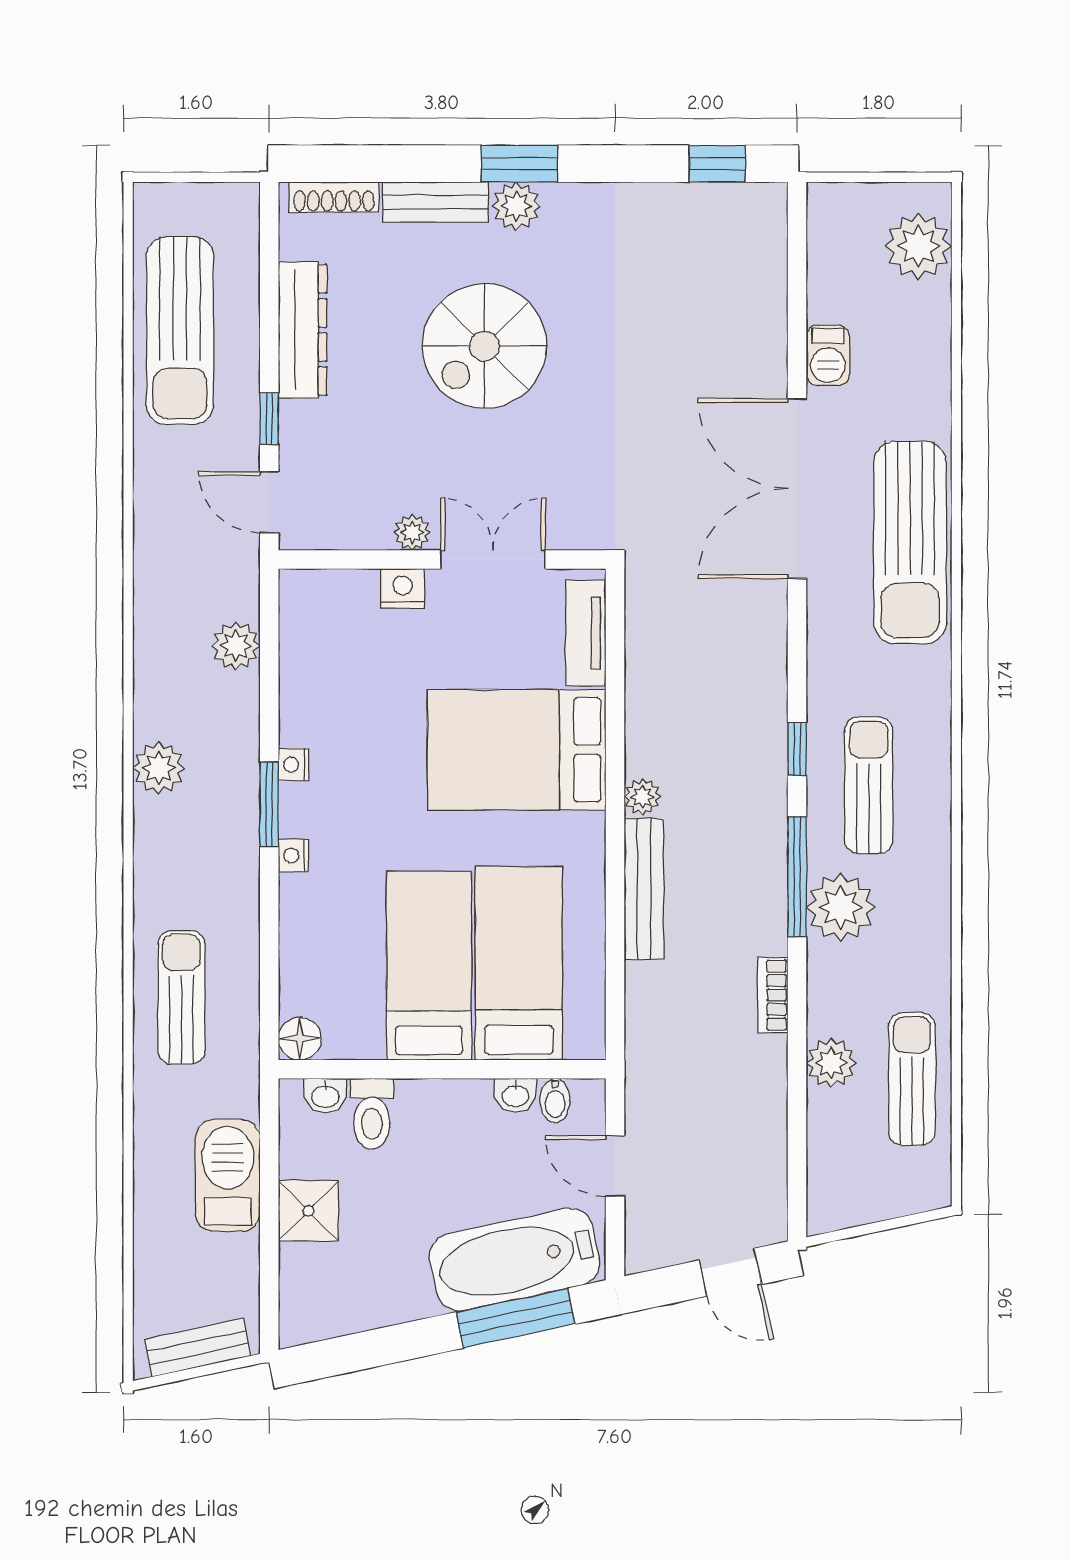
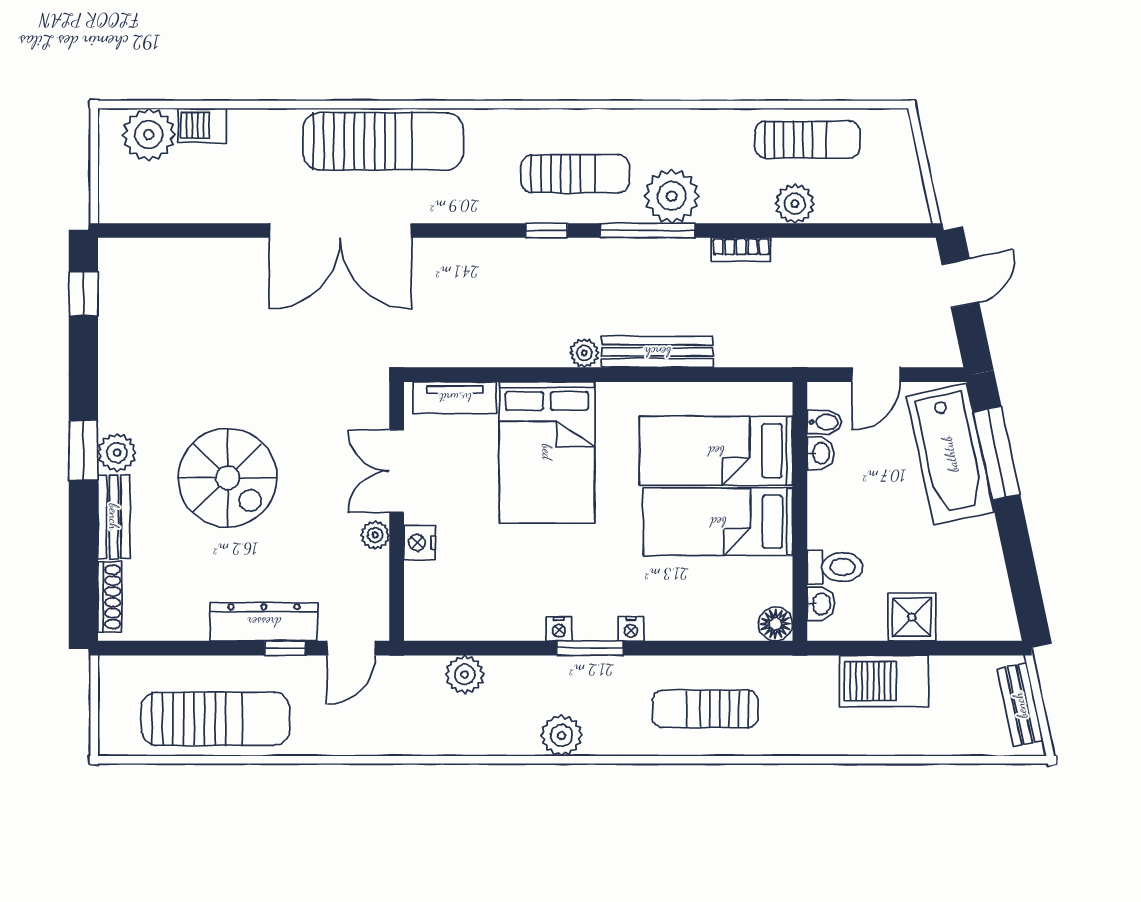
dresser: (303, 330) -> (264, 622), moved
barbecue: (828, 355) -> (202, 125), moved, turned 180
sun lounger: (869, 785) -> (575, 174), turned 180
sun lounger: (181, 997) -> (705, 709), moved
sun lounger: (912, 1079) -> (807, 140), turned 180

